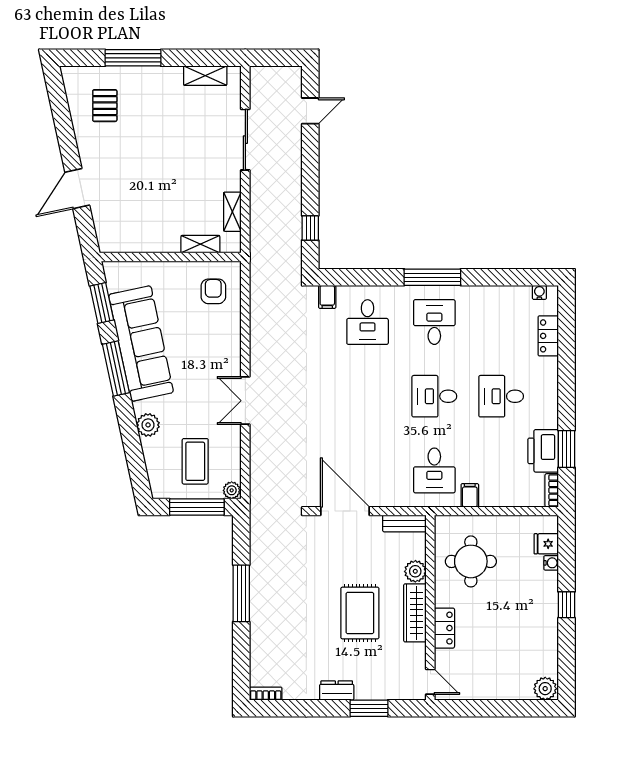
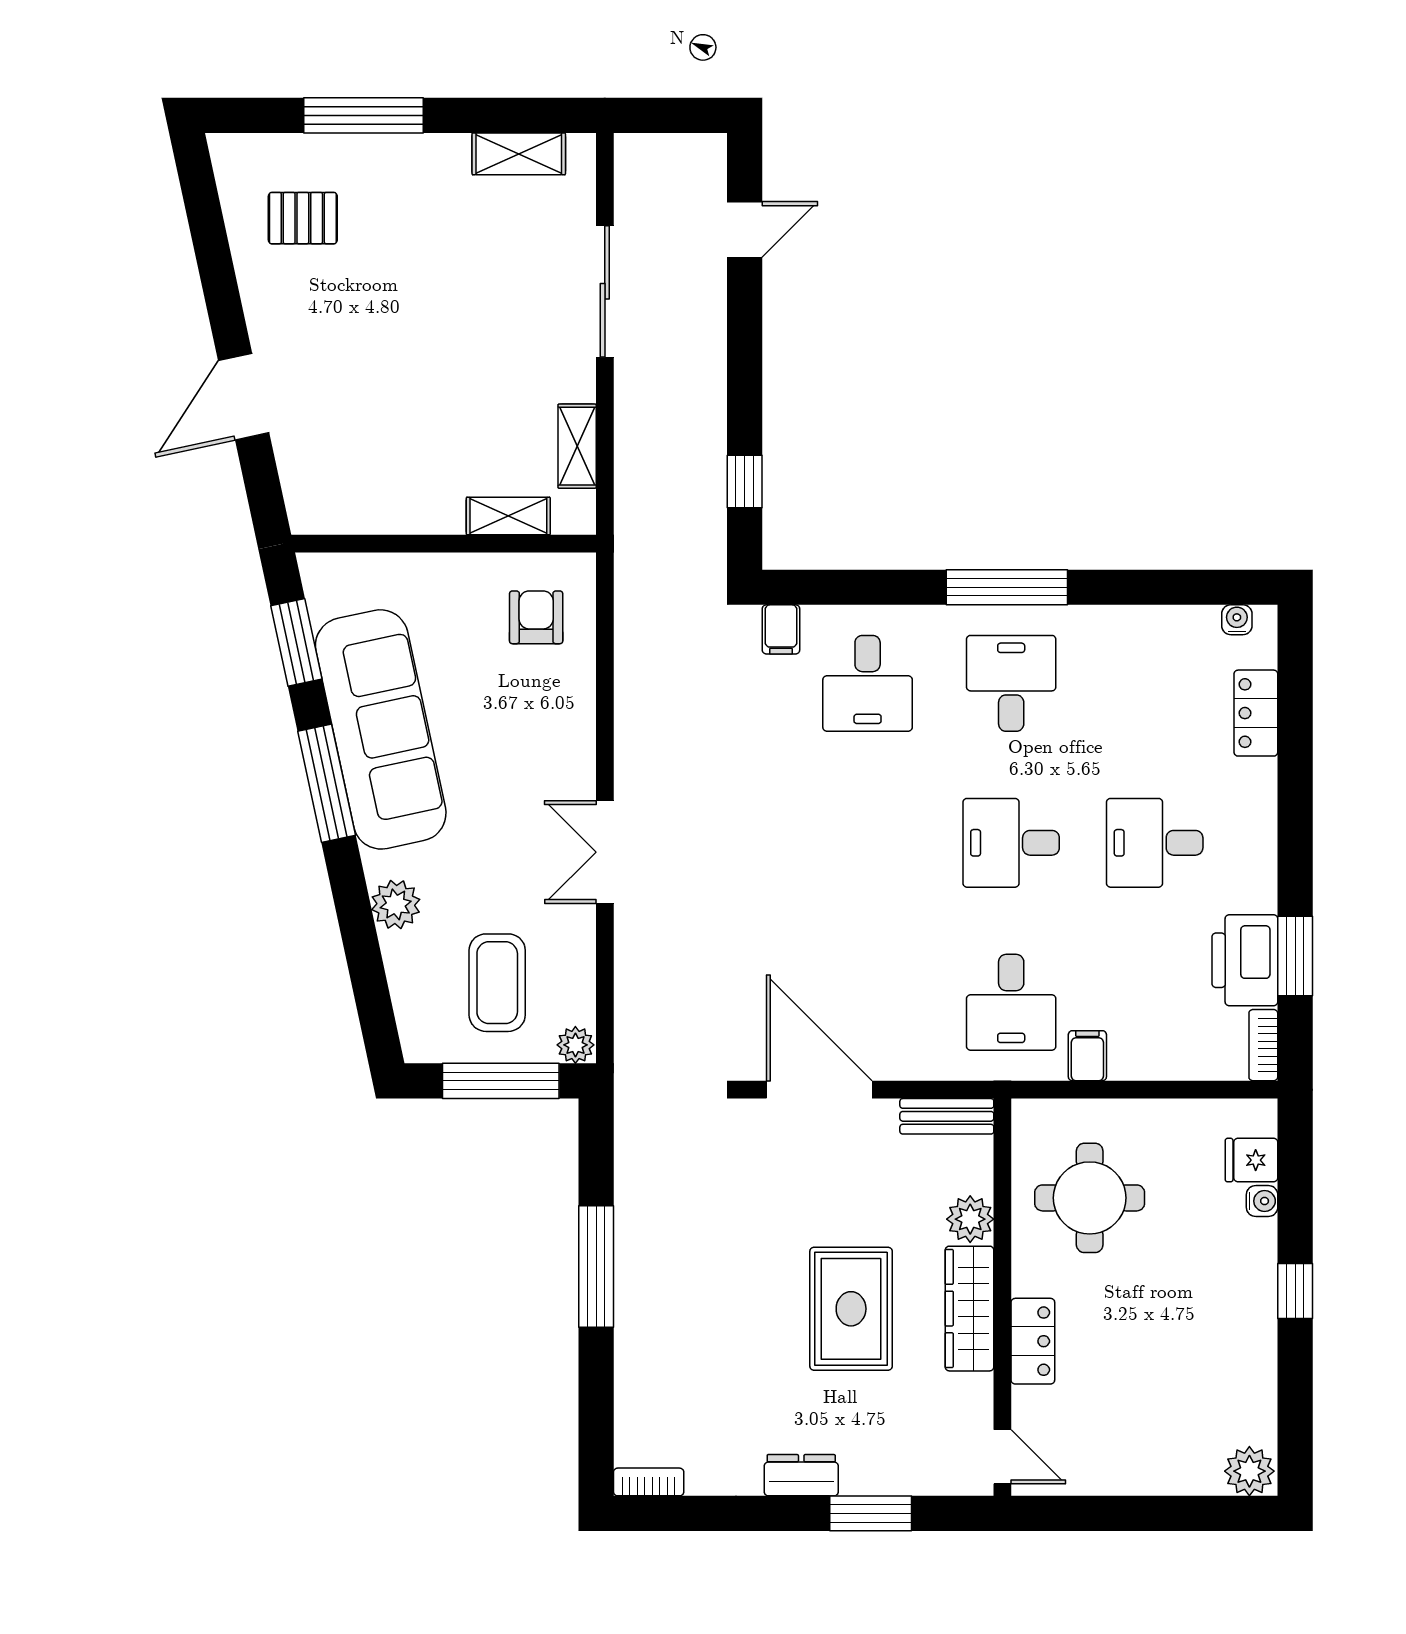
pallet: (105, 106) -> (303, 218), turned 90

